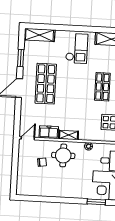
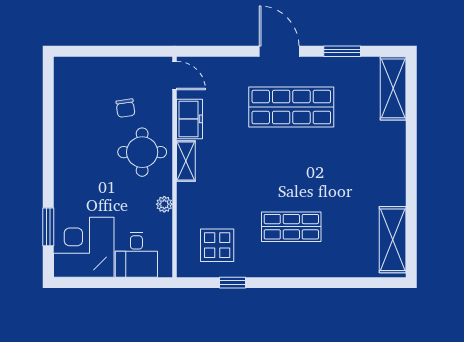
checkout: (77, 48) -> (369, 168), removed

